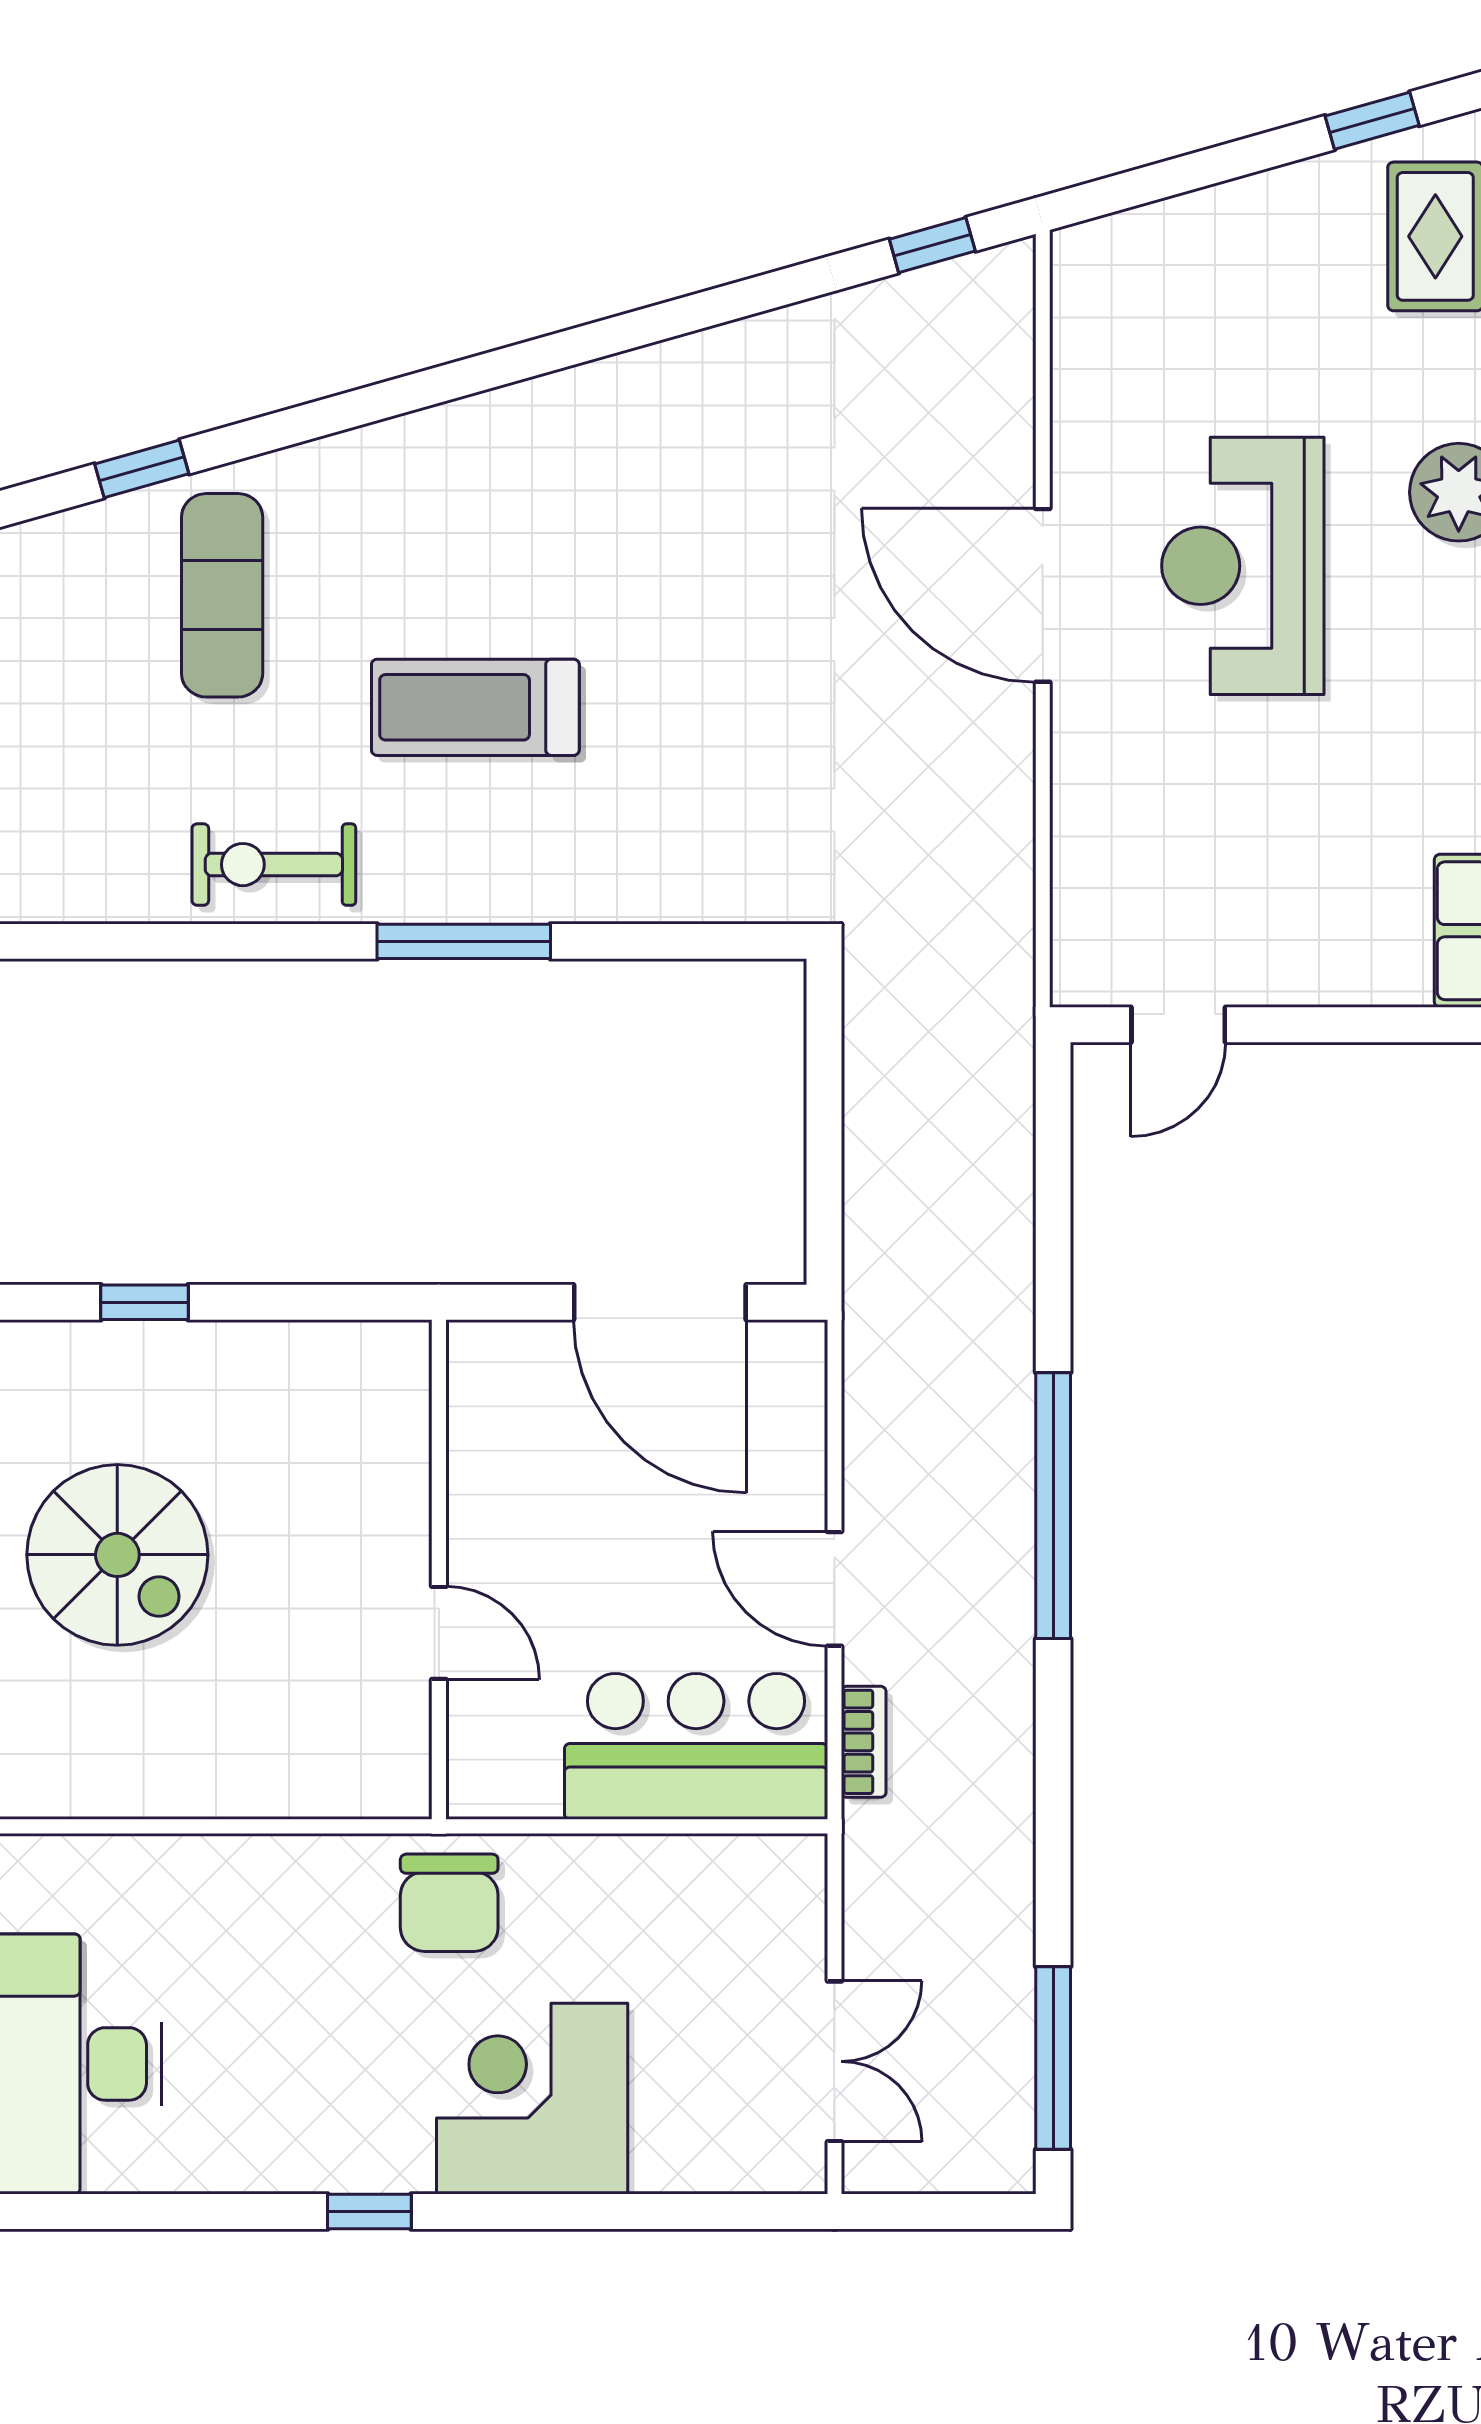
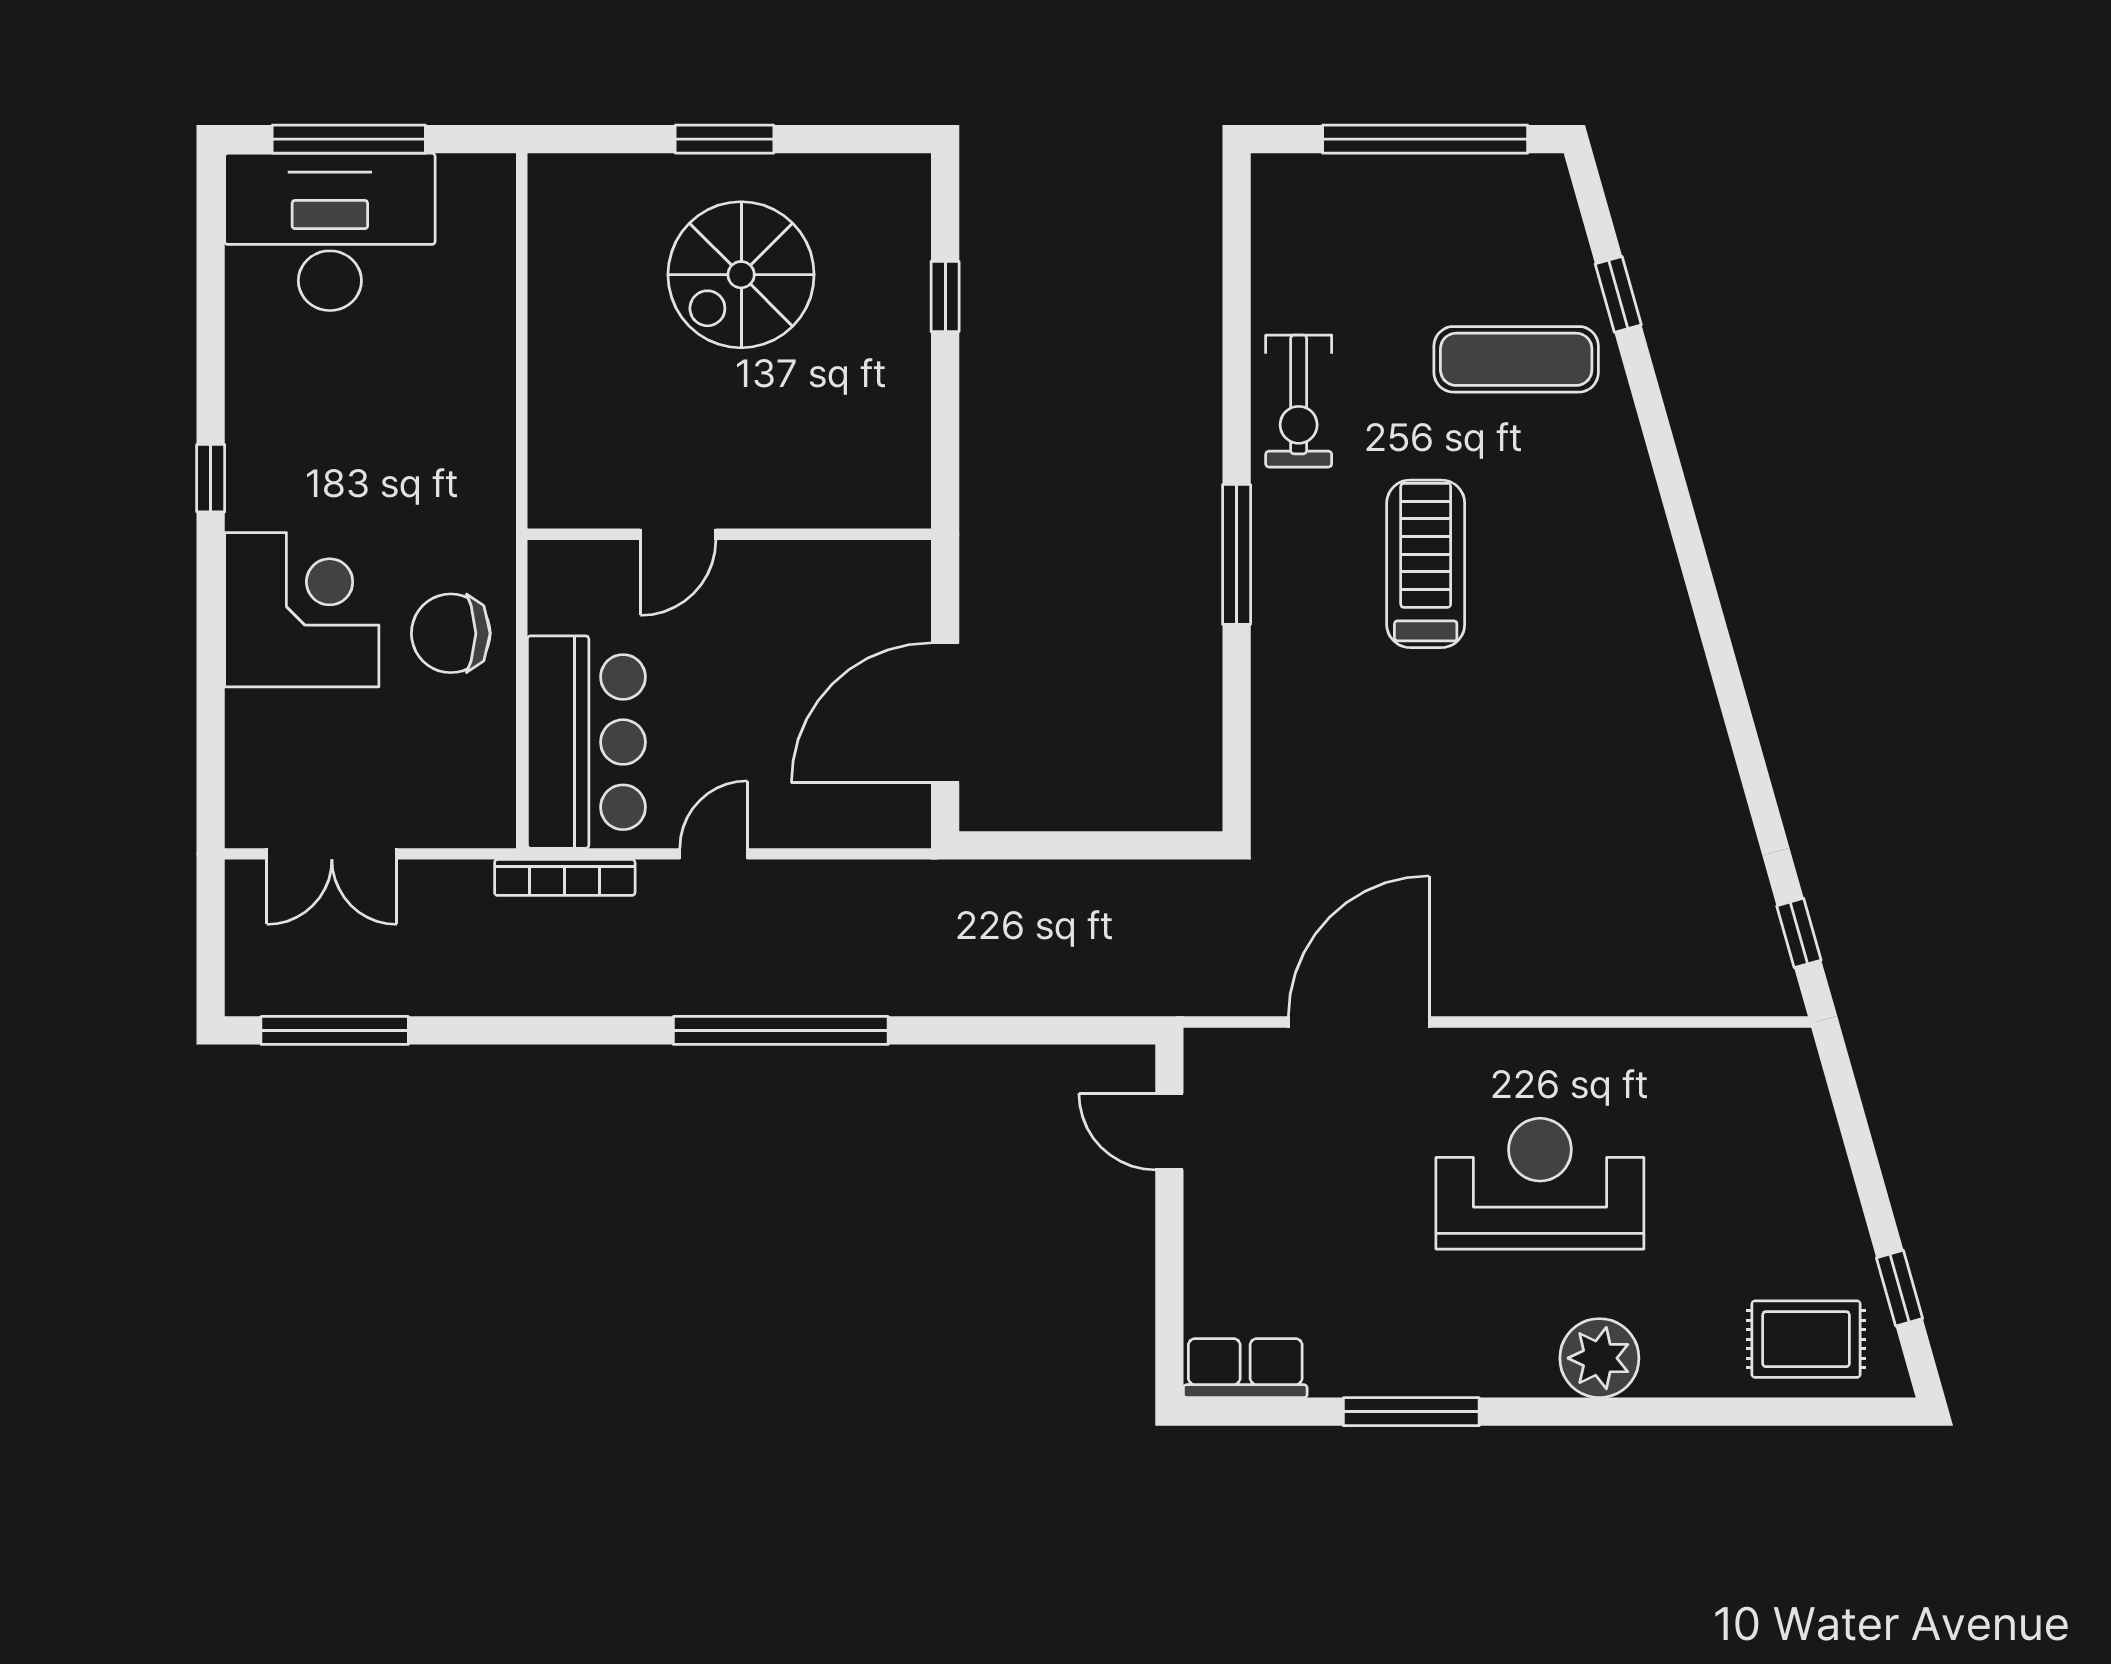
door: (1043, 595) -> (1359, 1022), moved
exercise bike: (274, 865) -> (1299, 401), turned 180
door: (834, 1589) -> (714, 854), width x0.73
bookcase: (864, 1742) -> (565, 877), width x1.56
chair: (449, 1903) -> (451, 633), moved

